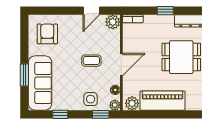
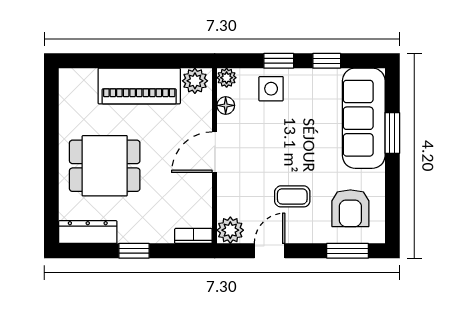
window: (49, 11) -> (348, 251), added
coffee table: (91, 61) -> (292, 196), moved
window: (101, 114) -> (279, 61), moved

